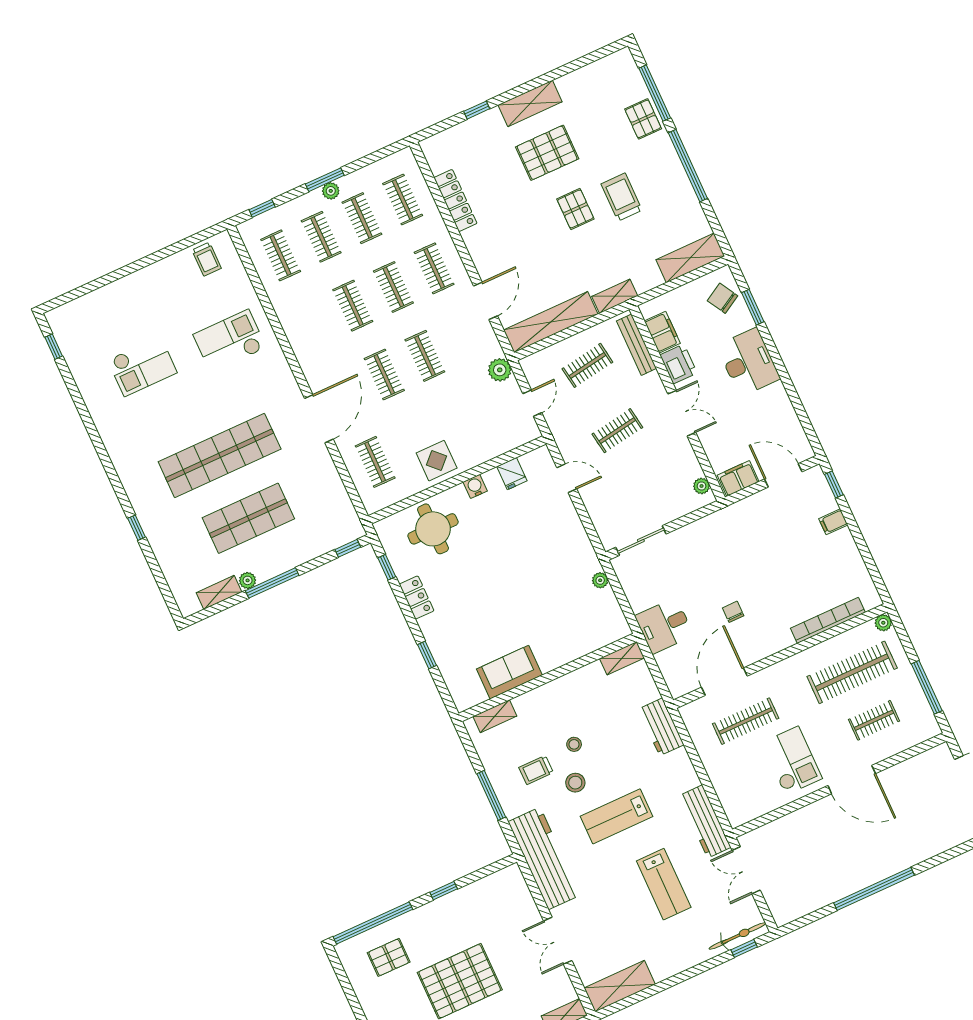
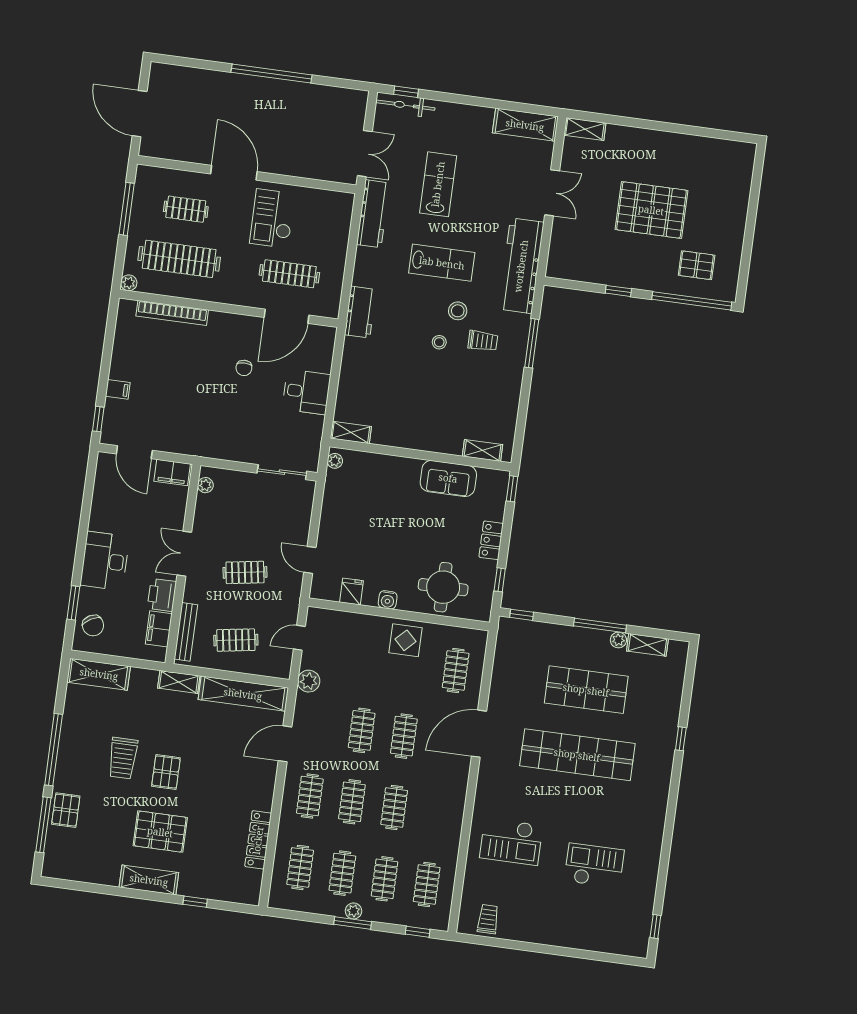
shelving: (622, 658) -> (351, 432), moved
sofa: (509, 672) -> (448, 478), moved
wall: (548, 677) -> (420, 455), moved
shelving: (495, 716) -> (483, 450), moved

